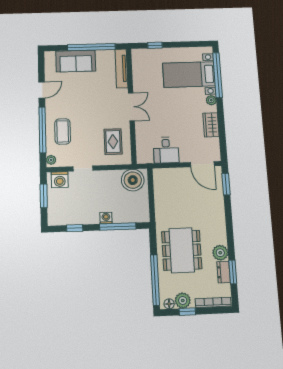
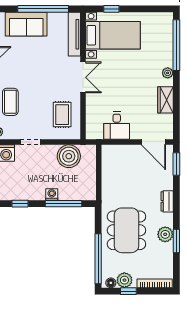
bed with nightstands: (189, 75) -> (113, 35), moved, turned 180
boiler: (133, 180) -> (69, 156), moved
dresser: (223, 272) -> (167, 201), moved
window: (233, 272) -> (176, 241), moved

